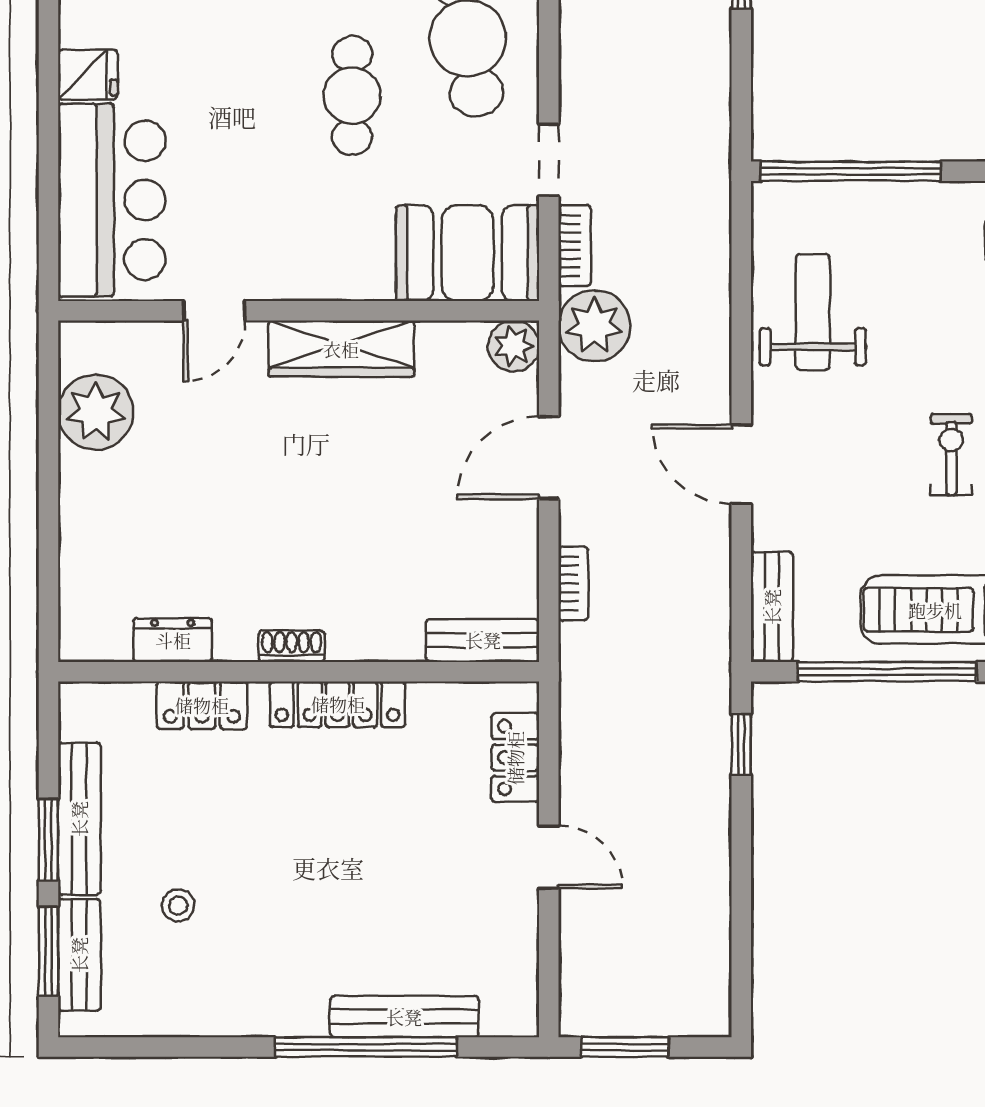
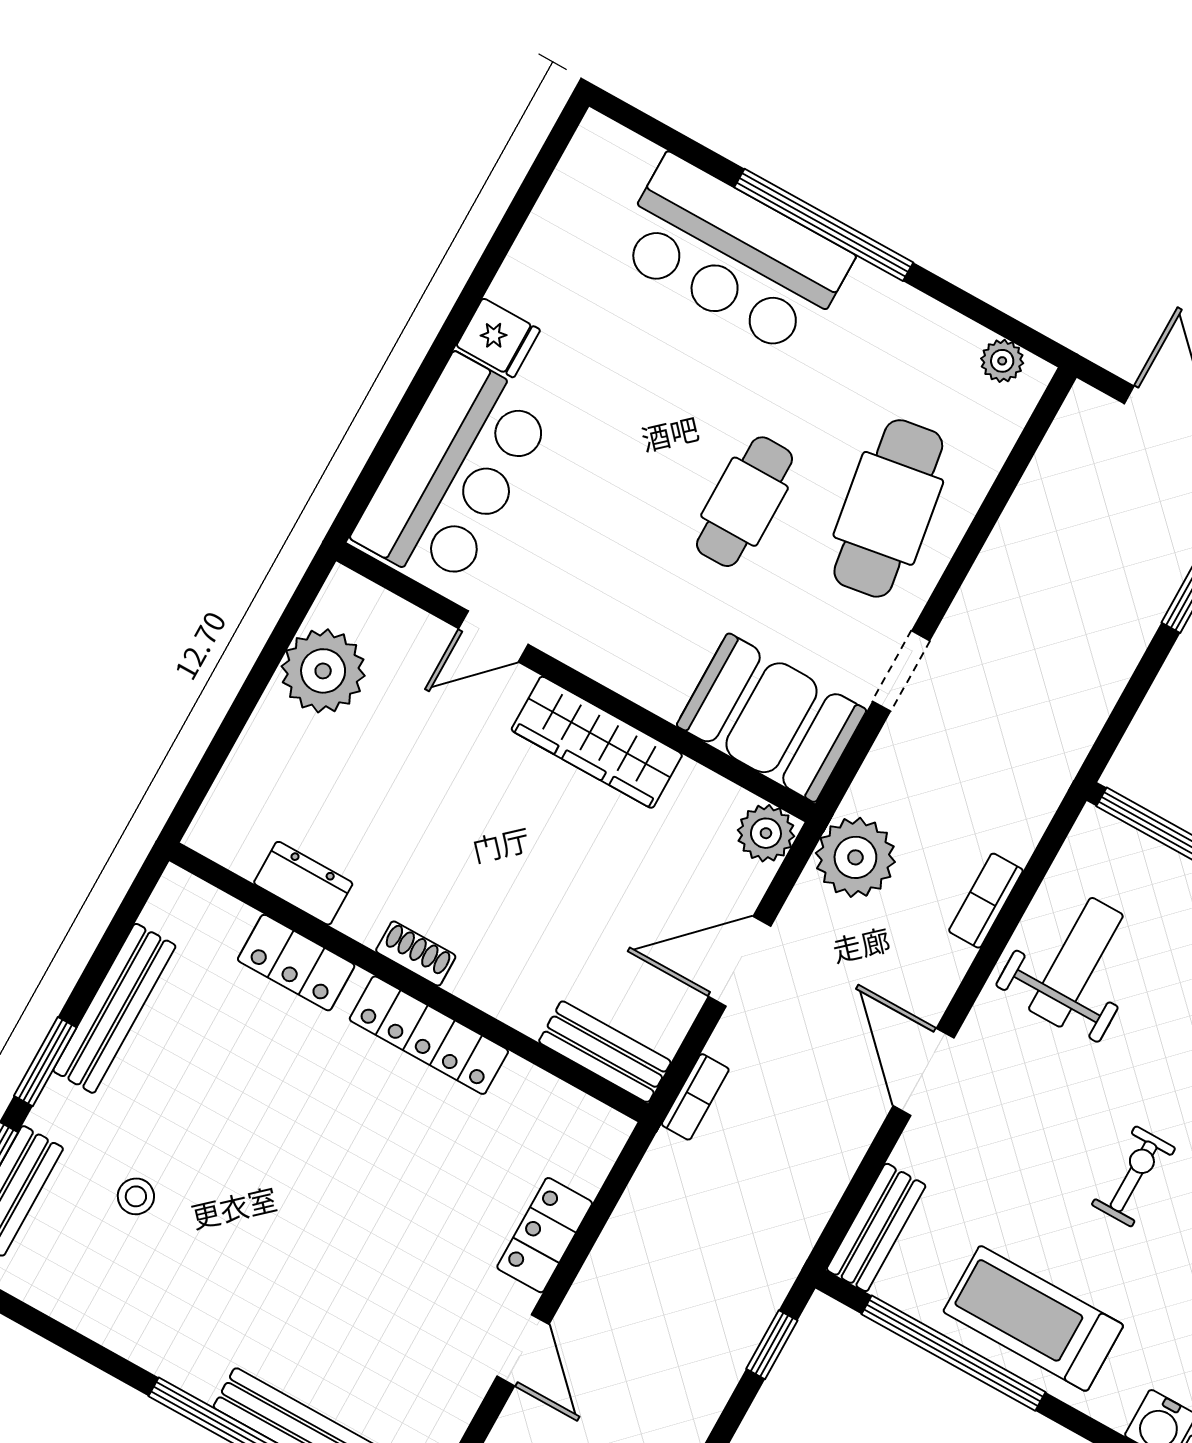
bookcase: (575, 246) -> (986, 901), moved, turned 180
dresser: (173, 640) -> (303, 883), moved
bench: (483, 640) -> (605, 1052), moved
shoe rack: (292, 646) -> (416, 954), moved
wall: (299, 672) -> (409, 982), moved
locker: (338, 704) -> (429, 1035), moved
locker: (202, 705) -> (296, 963), moved
bench: (79, 819) -> (114, 1008), moved

